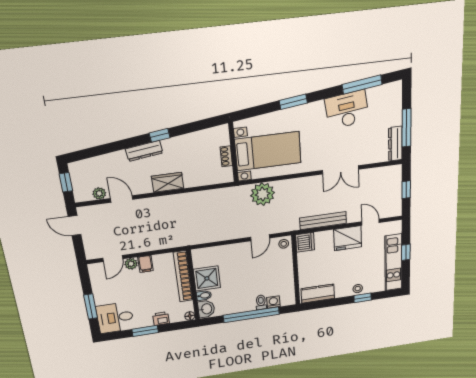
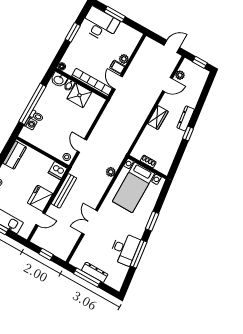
window: (362, 85) -> (139, 254), moved
dresser: (395, 144) -> (95, 272), moved
plant: (263, 194) -> (111, 172), width x0.53, depth x0.53
door: (113, 258) -> (118, 83), moved
desk: (115, 318) -> (100, 24), width x1.37
printer: (161, 319) -> (74, 48), removed

